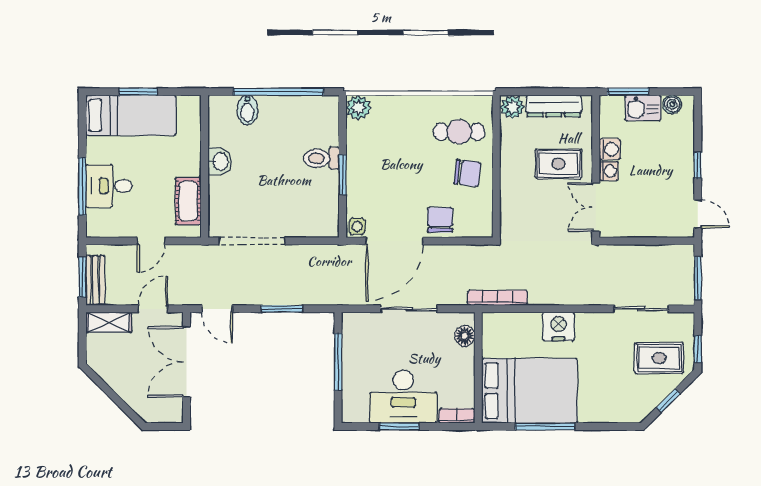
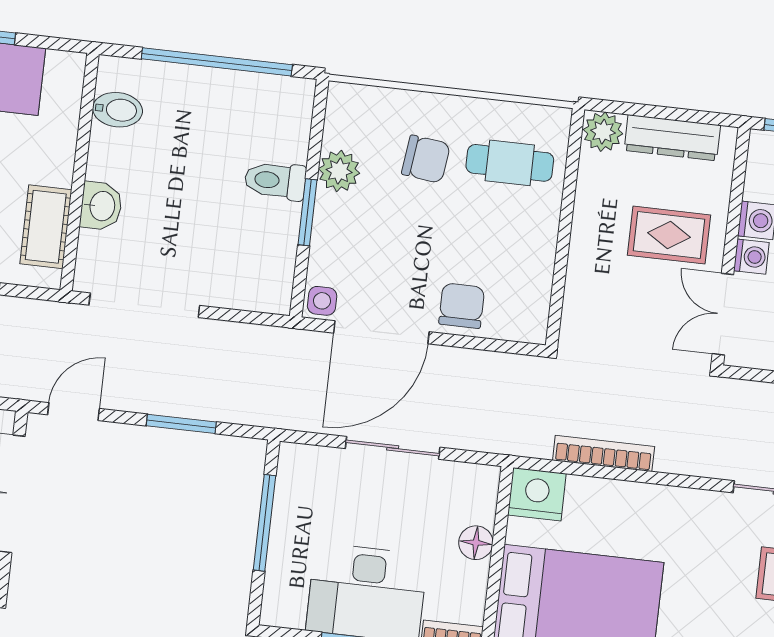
plant: (358, 108) -> (339, 171), moved
bidet: (248, 110) -> (117, 110), moved, turned -90
washbasin: (220, 161) -> (101, 206), moved
chair: (467, 173) -> (426, 159), moved
bookcase: (498, 298) -> (604, 453), moved
door: (217, 309) -> (74, 412), swing flipped
nightstand: (559, 327) -> (537, 494), moved
floor lamp: (465, 336) -> (476, 543), moved

